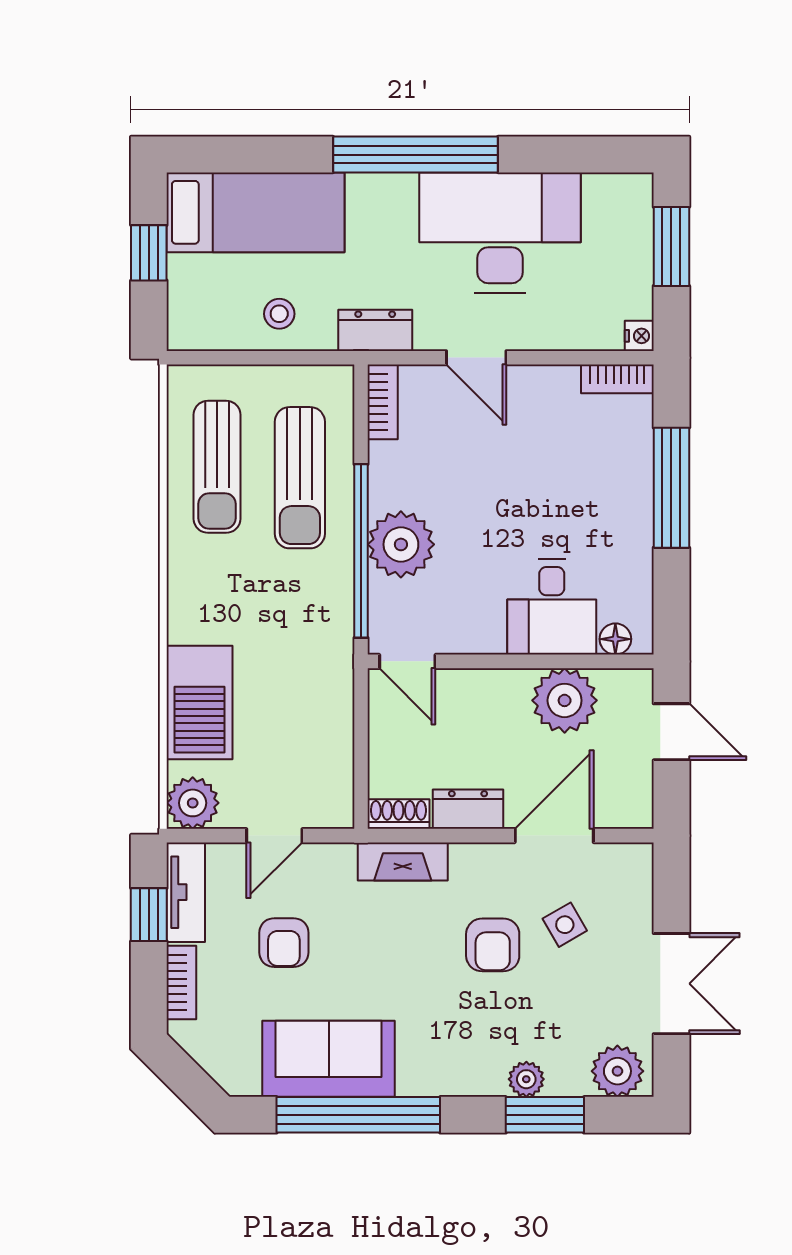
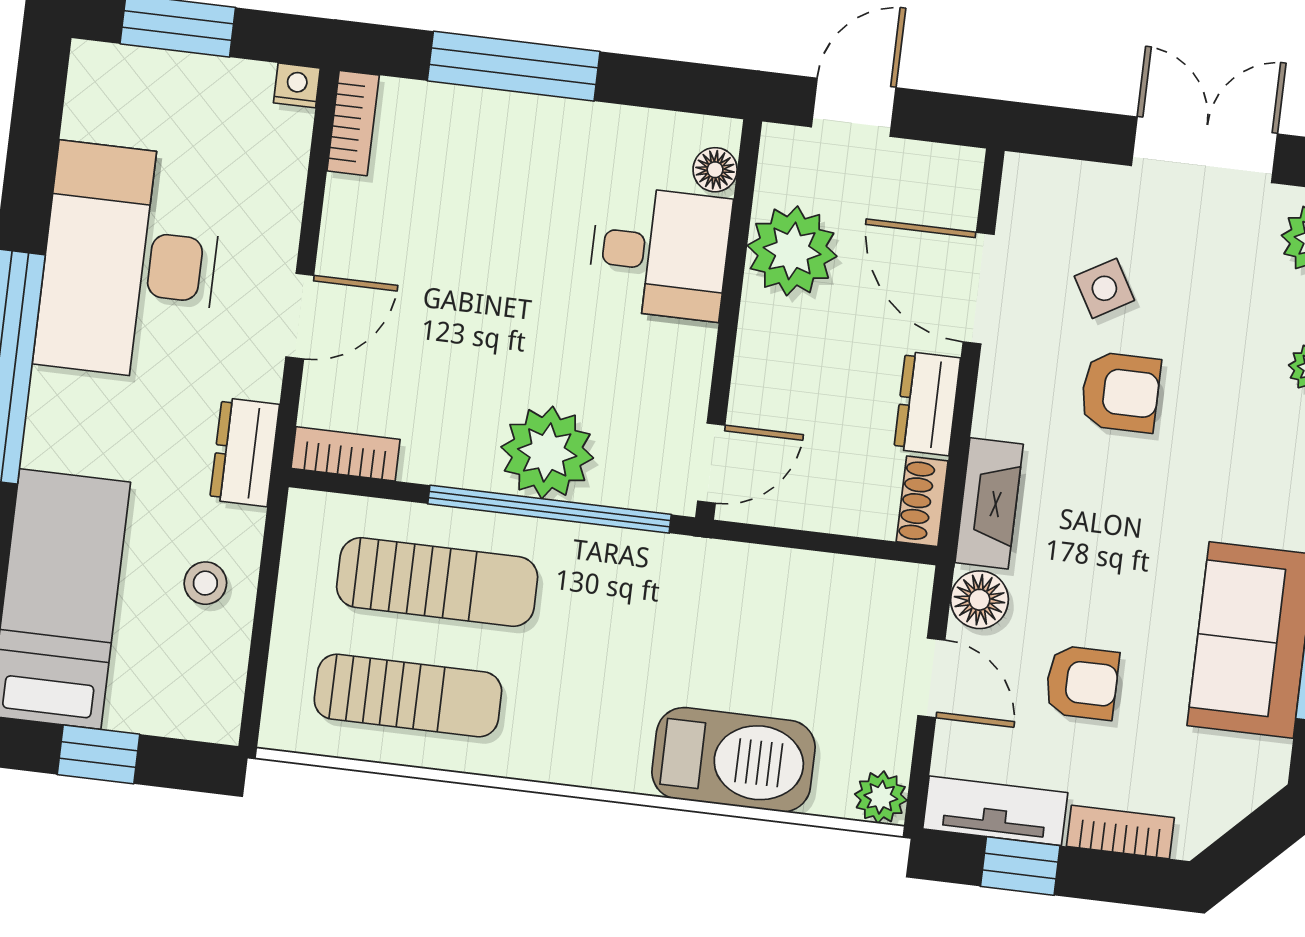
plant: (193, 803) -> (881, 797), width x0.73, depth x0.73
floor lamp: (334, 863) -> (979, 600), added

